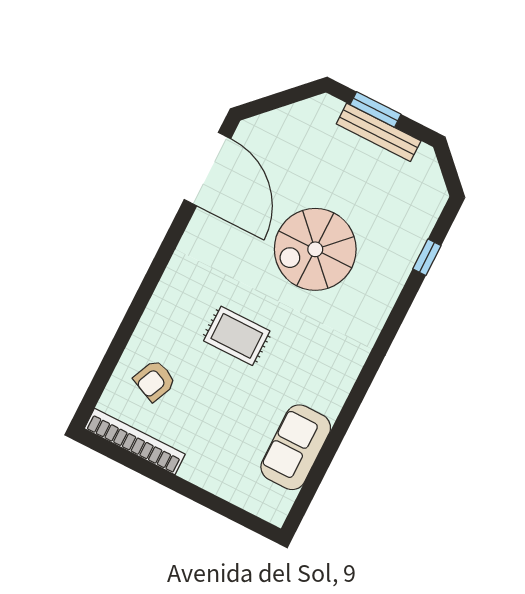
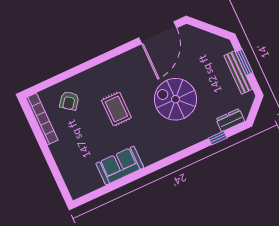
dresser: (424, 215) -> (230, 120), added
armchair: (155, 381) -> (69, 101), turned -77
sofa: (296, 447) -> (120, 166), moved

